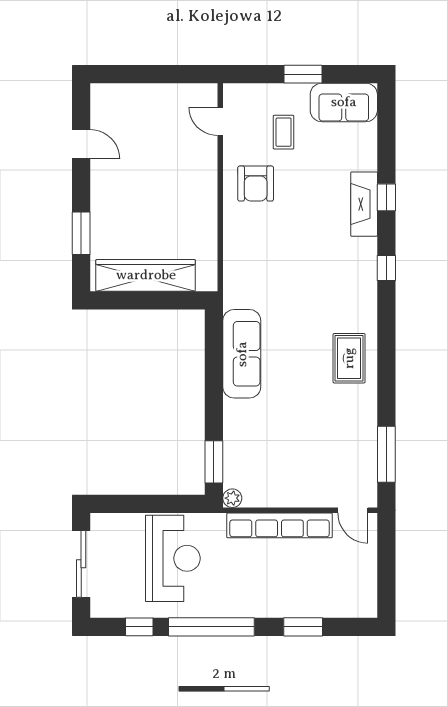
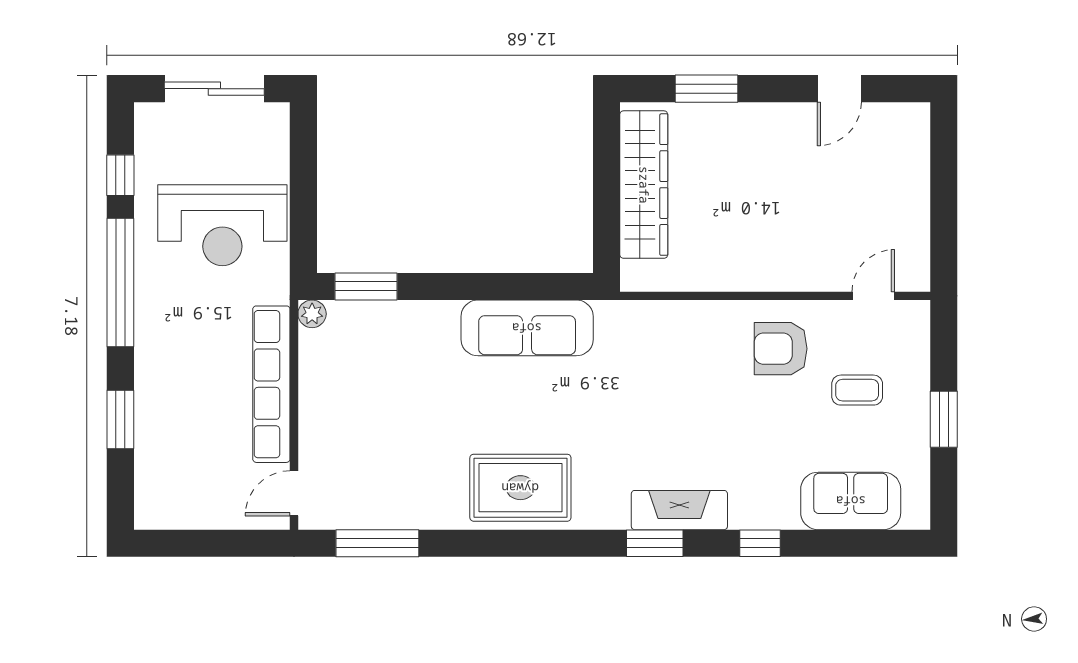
sofa: (344, 102) -> (851, 501), moved, turned 90
fireplace: (364, 204) -> (679, 510), moved
window: (386, 268) -> (655, 543), width x1.50
rug: (349, 358) -> (520, 488), width x1.36, depth x1.43

